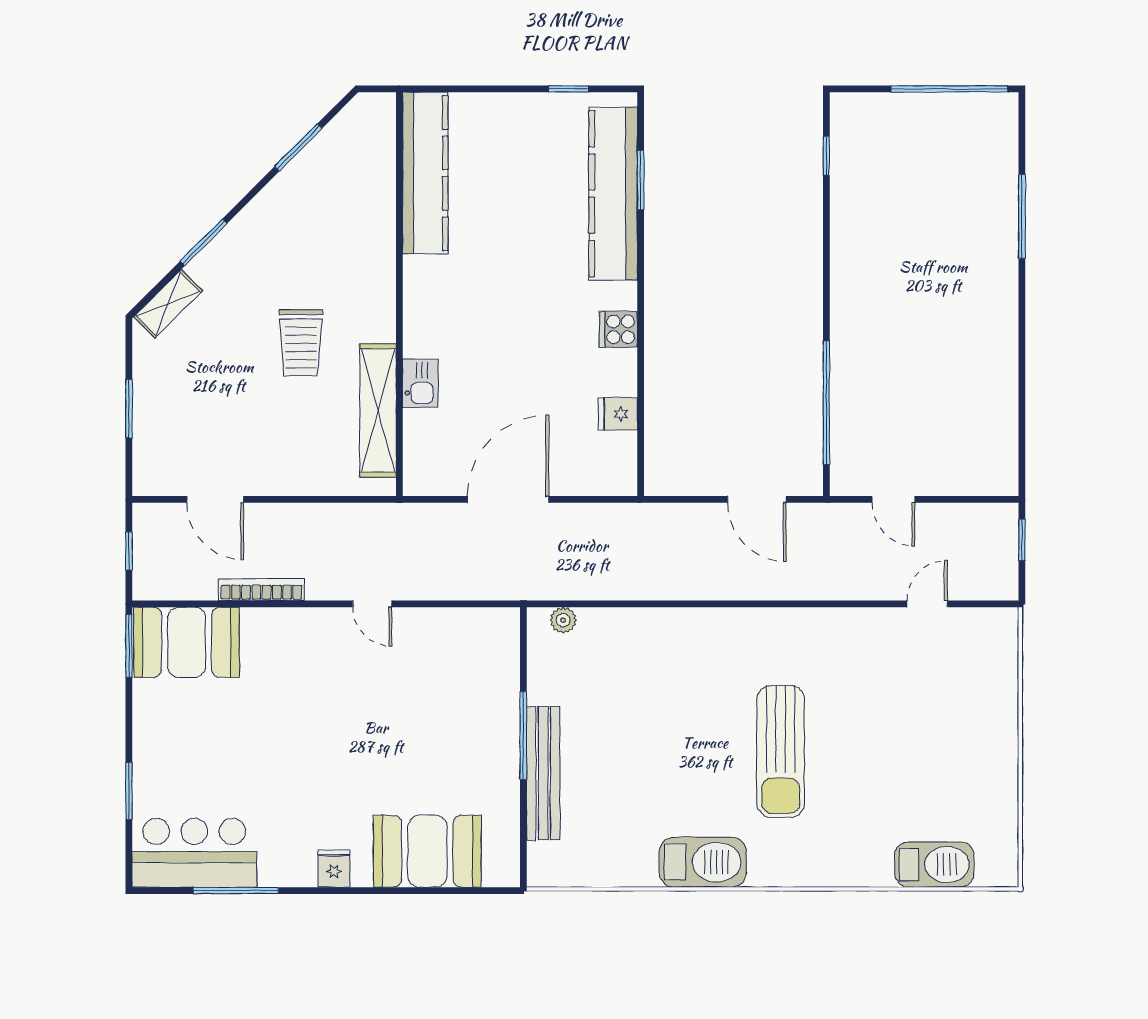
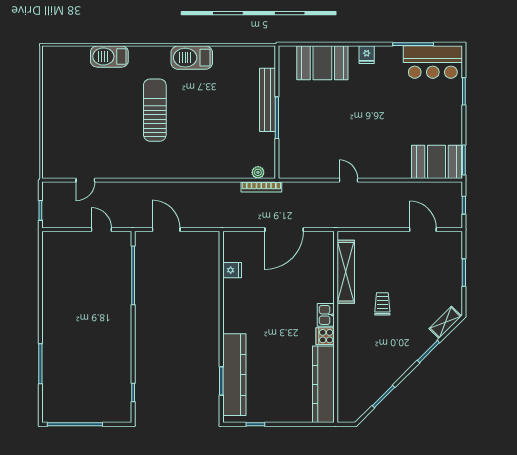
cooker: (618, 329) -> (325, 336), moved, turned 180
trolley: (301, 343) -> (382, 304), width x0.73, depth x0.72
kitchen sink: (420, 383) -> (326, 315), moved
bookcase: (261, 590) -> (261, 187), moved
barbecue: (934, 865) -> (109, 56), moved

